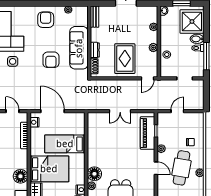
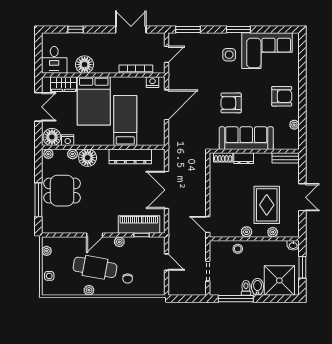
rug: (125, 59) -> (267, 205), moved, turned 90
double door: (120, 111) -> (166, 190), width x1.37
dresser: (93, 140) -> (130, 156), added

